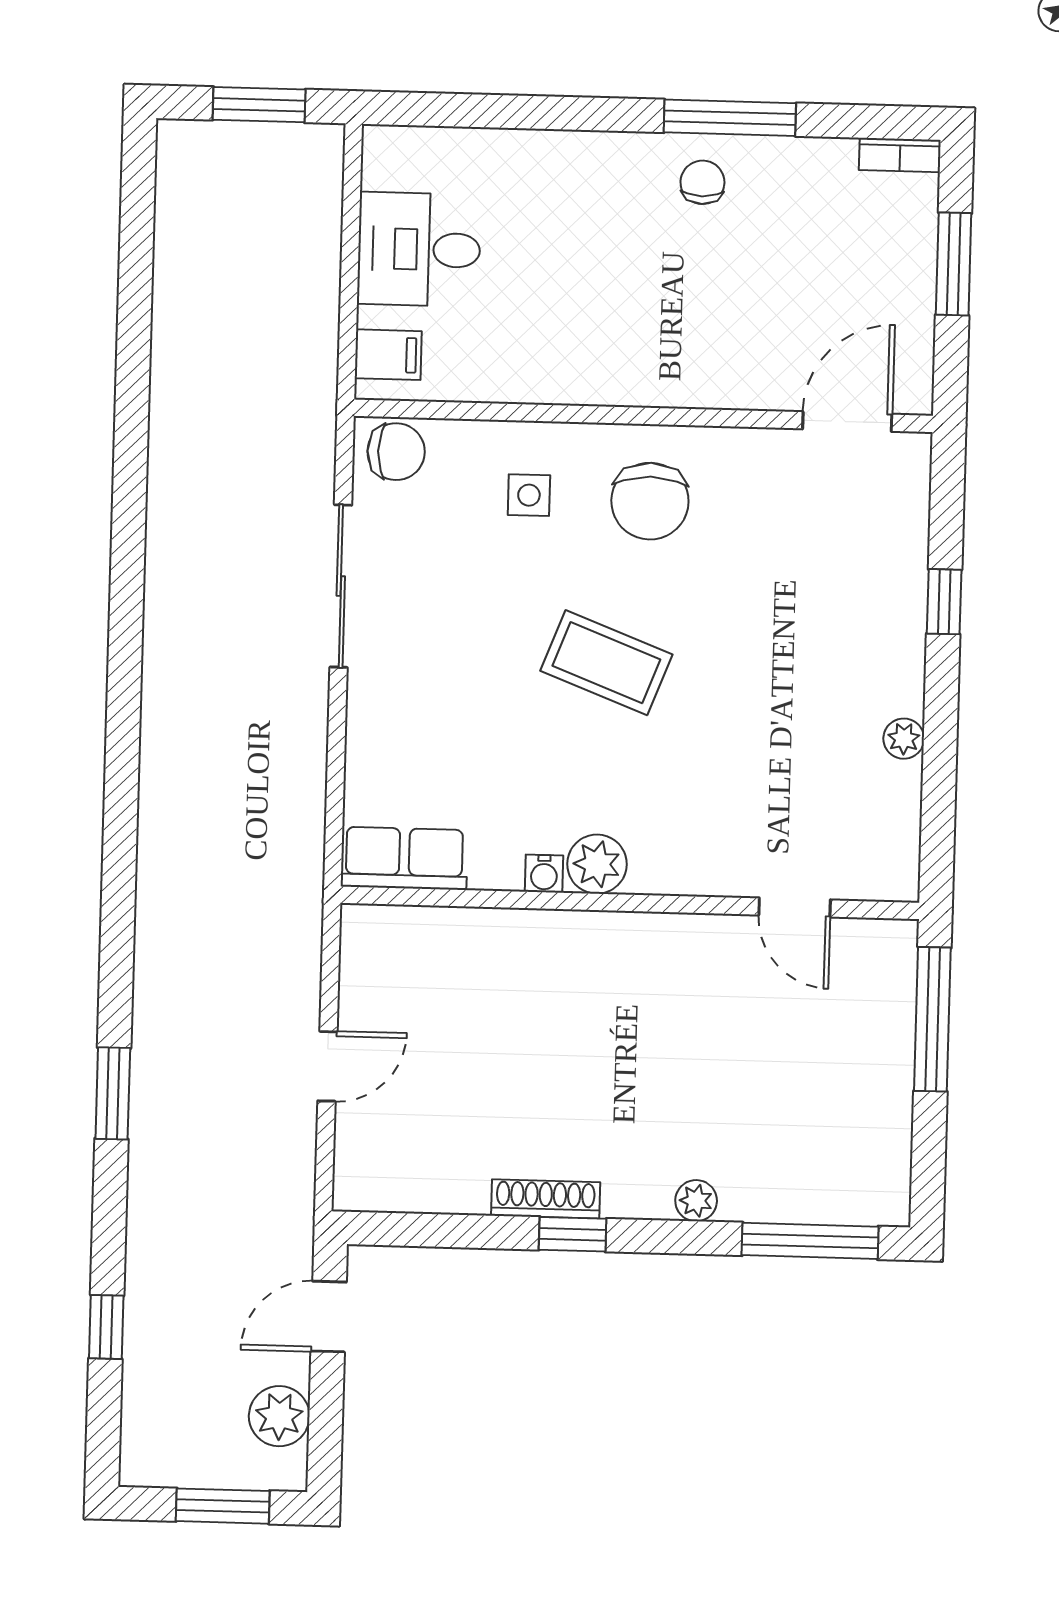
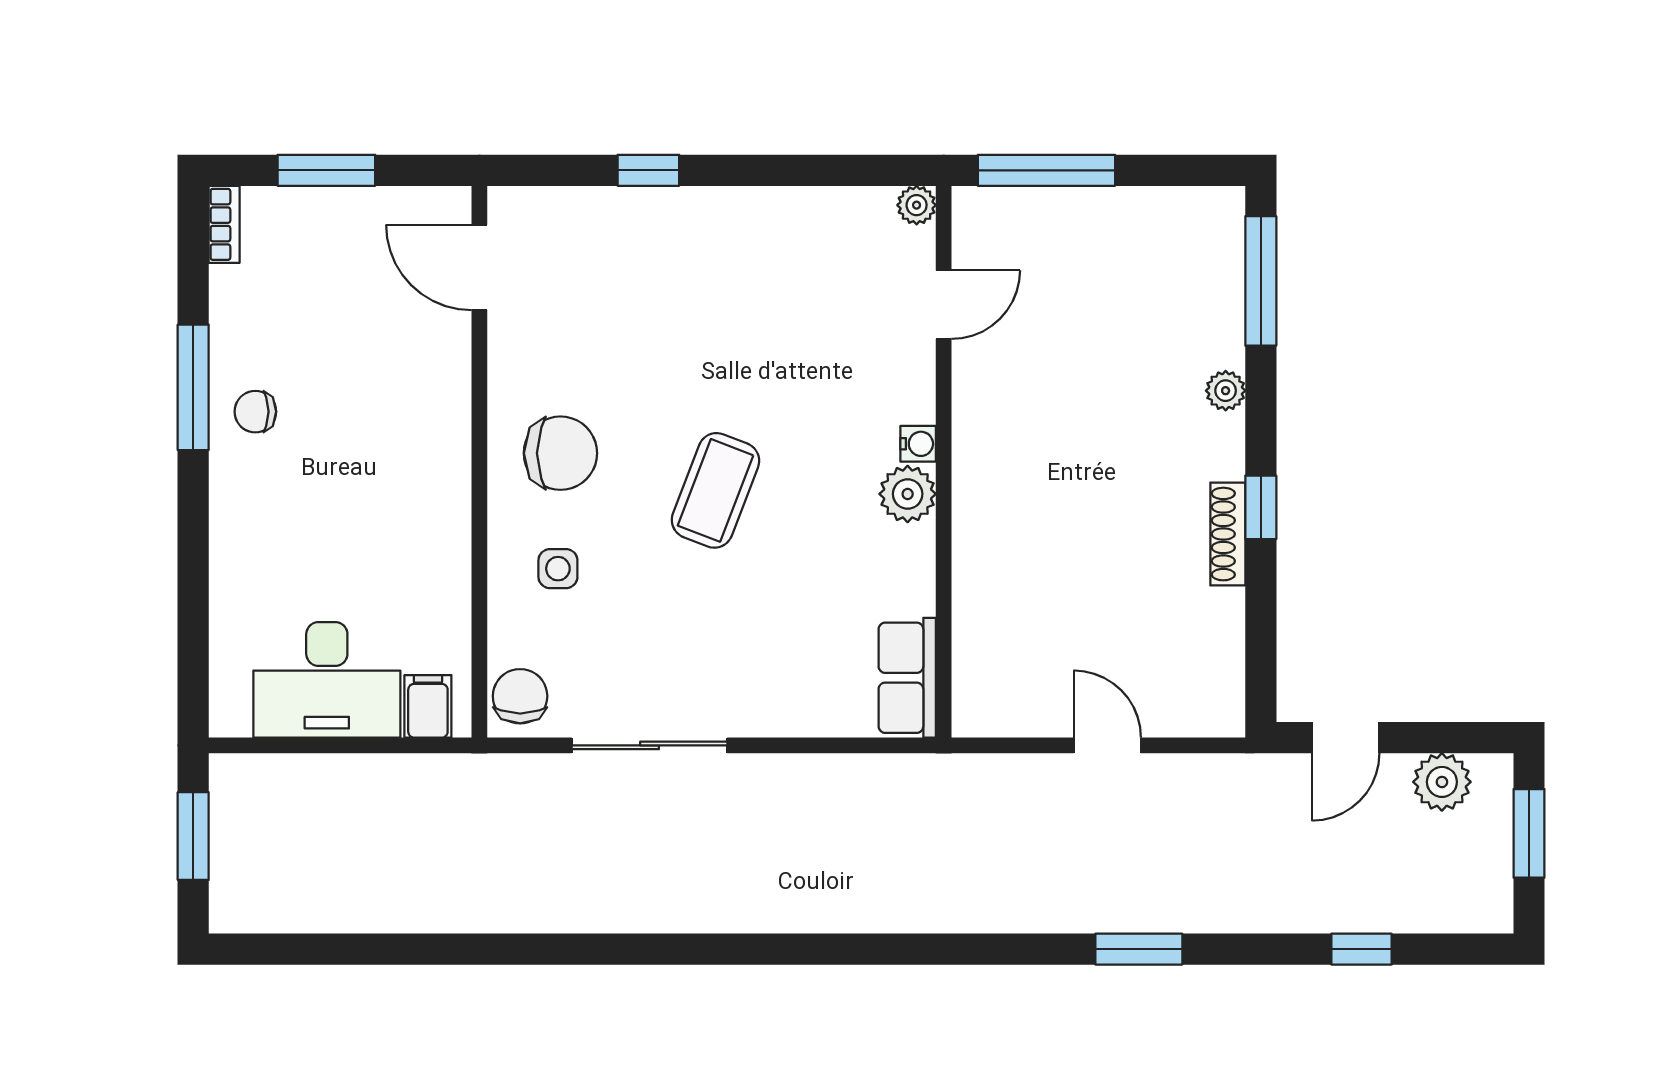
desk: (419, 249) -> (327, 680), width x1.37
plant: (904, 739) -> (917, 205), moved
water cooler: (544, 874) -> (918, 444), moved
door: (329, 1317) -> (1346, 738), hinge flipped

